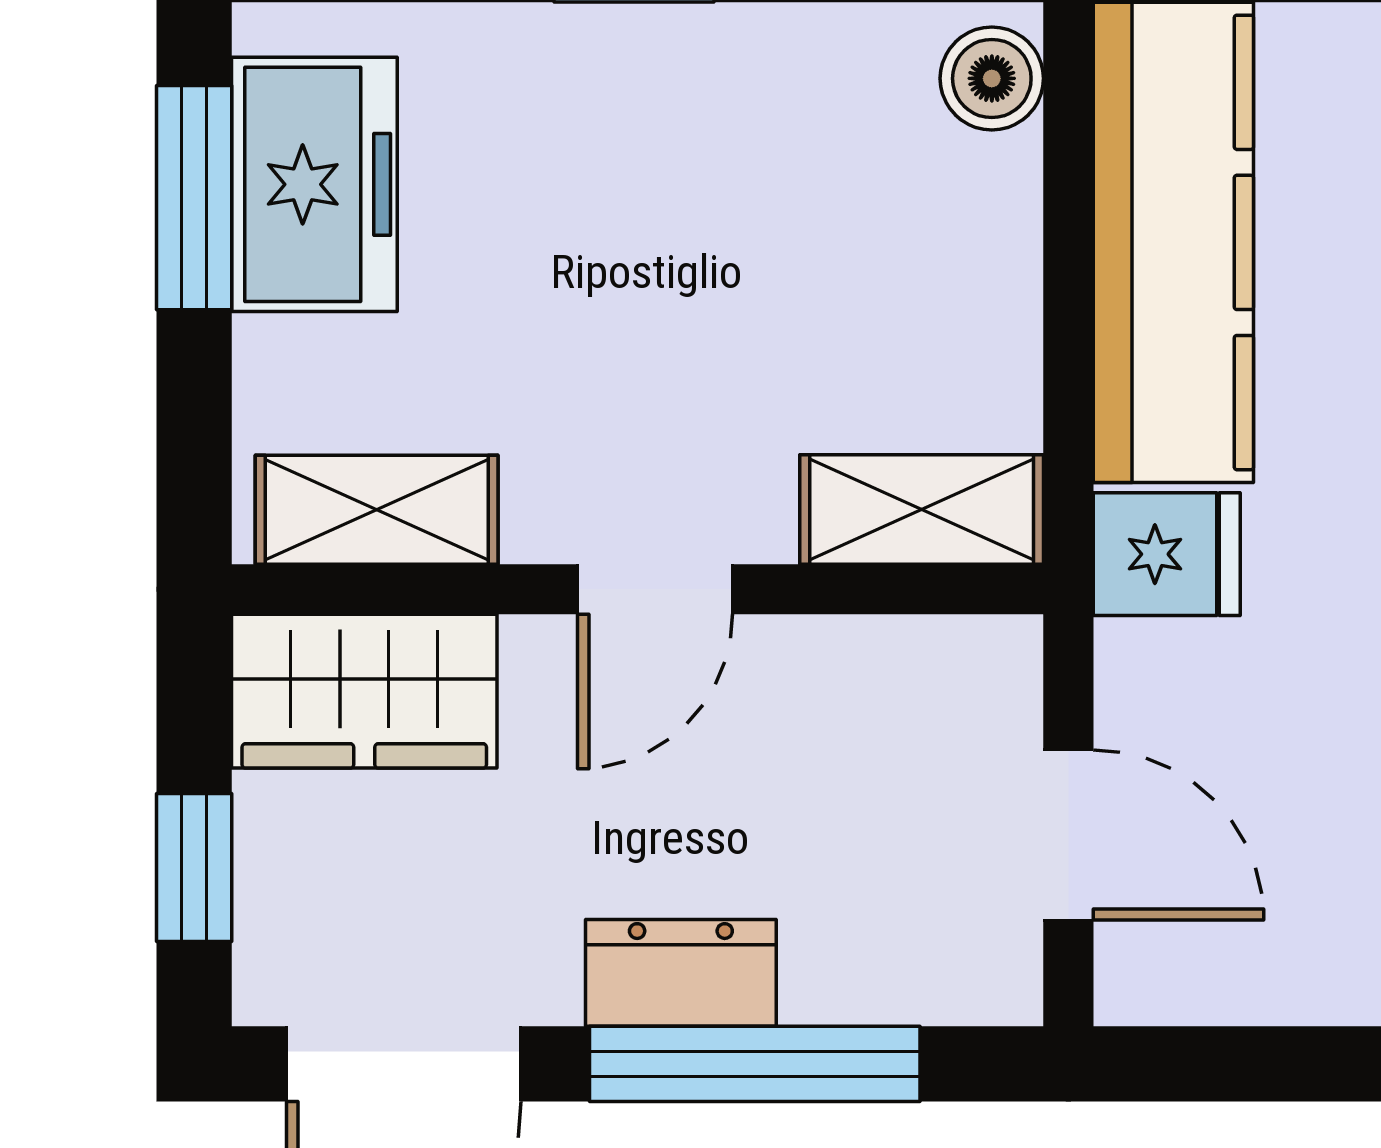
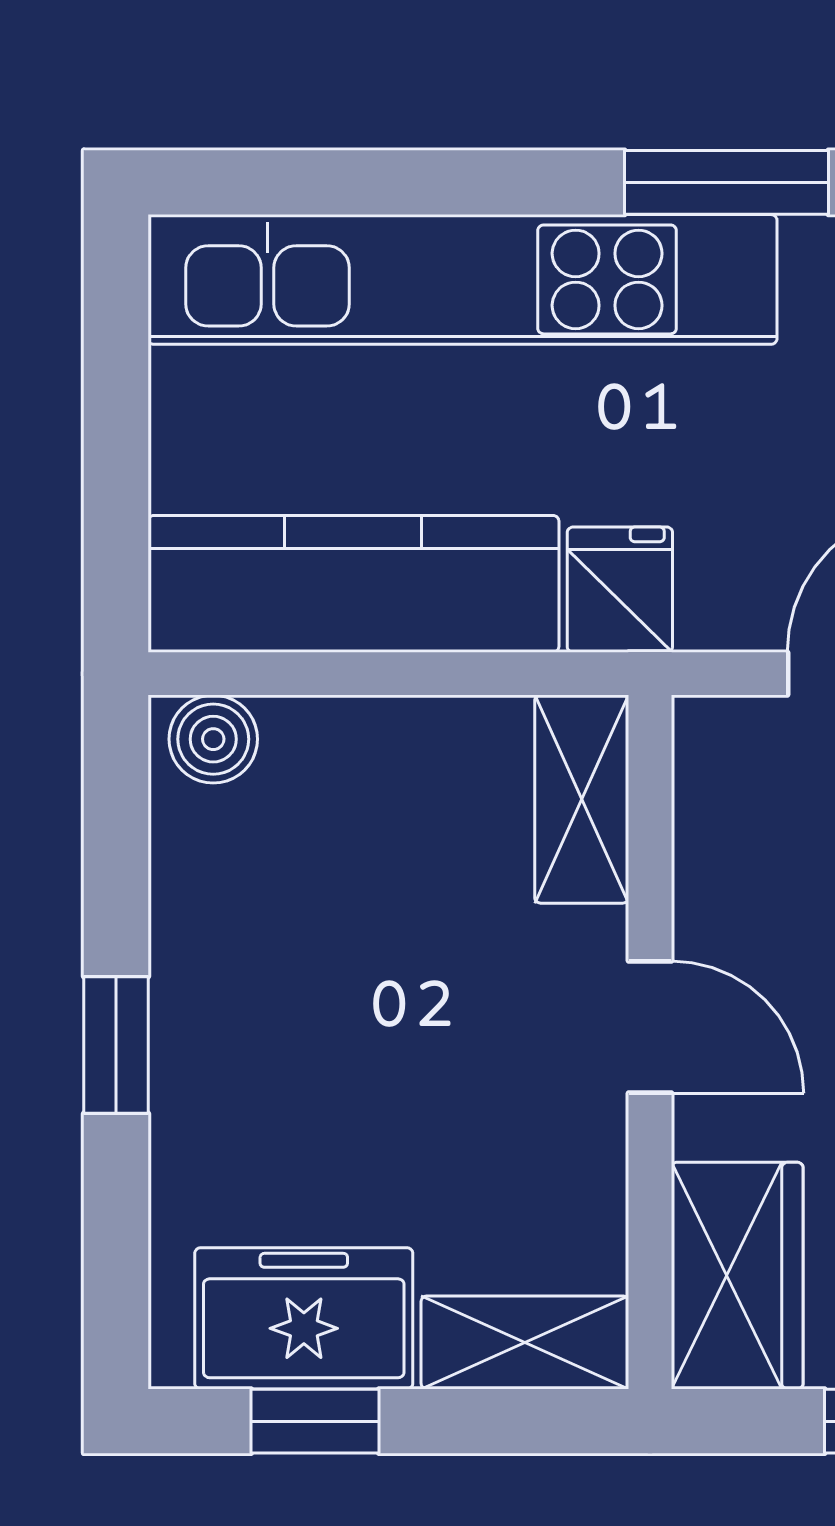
window: (194, 198) -> (315, 1421), width x0.67
shelving: (377, 510) -> (525, 1342), moved, turned 90

